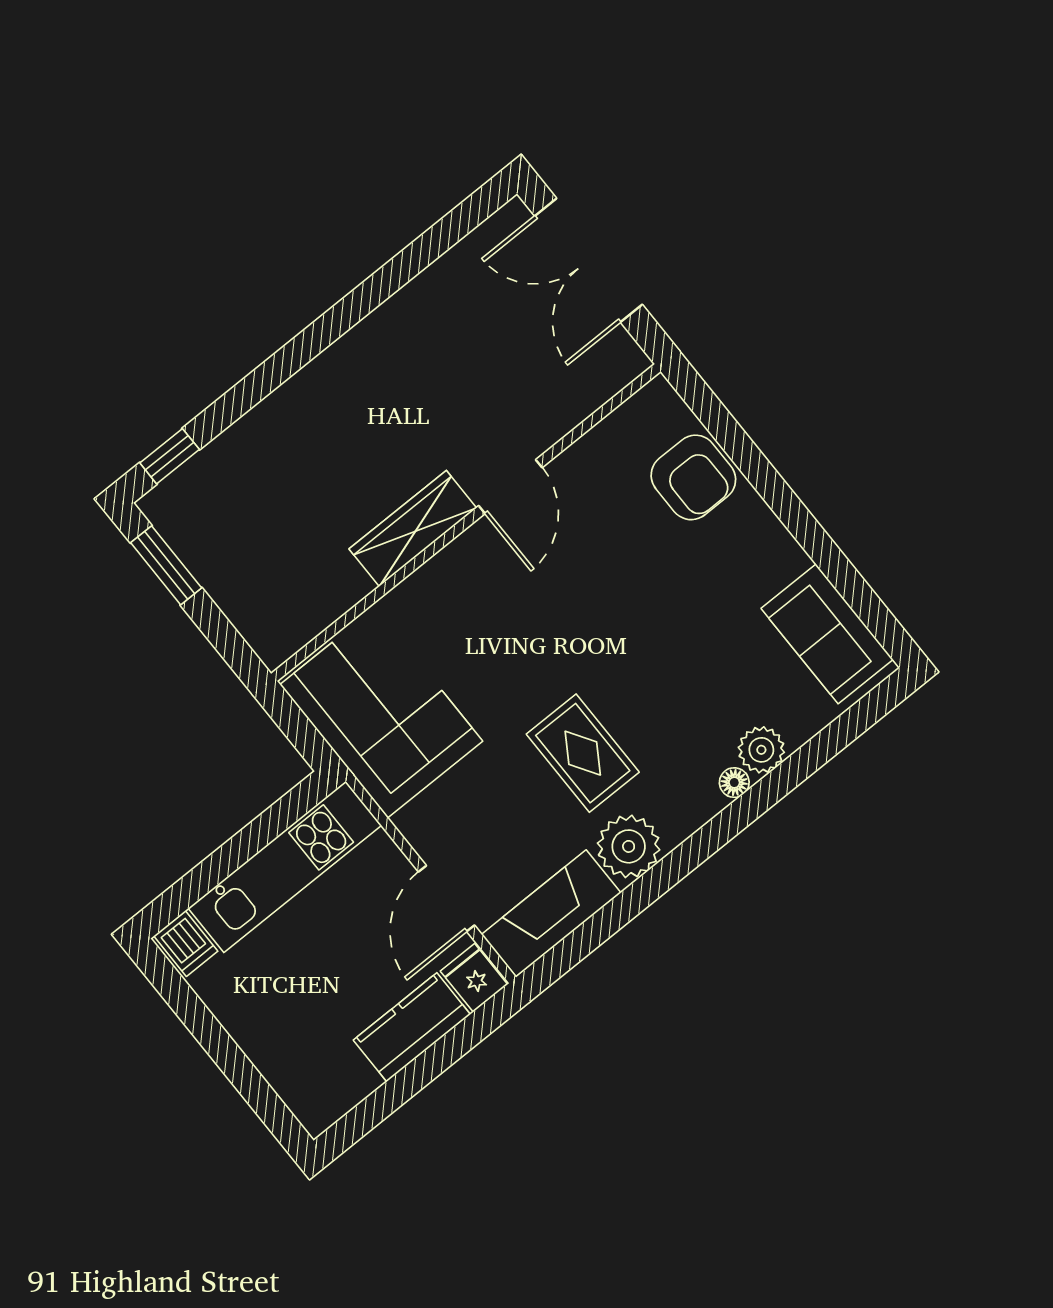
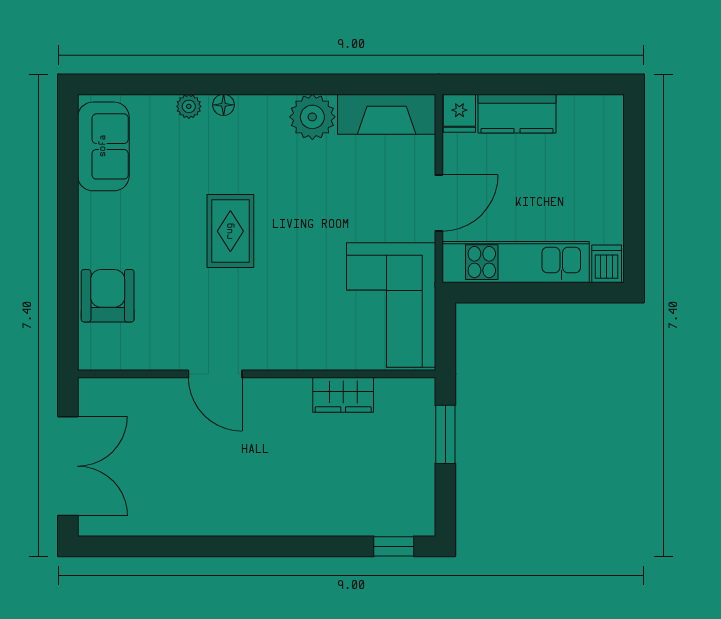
door: (510, 487) -> (215, 374), swing flipped
wardrobe: (413, 528) -> (343, 395), moved, width x0.67
window: (166, 565) -> (445, 434), moved
plant: (761, 750) -> (189, 106), width x0.73, depth x0.73
rug: (583, 753) -> (230, 231), moved
door: (447, 899) -> (439, 203), moved

